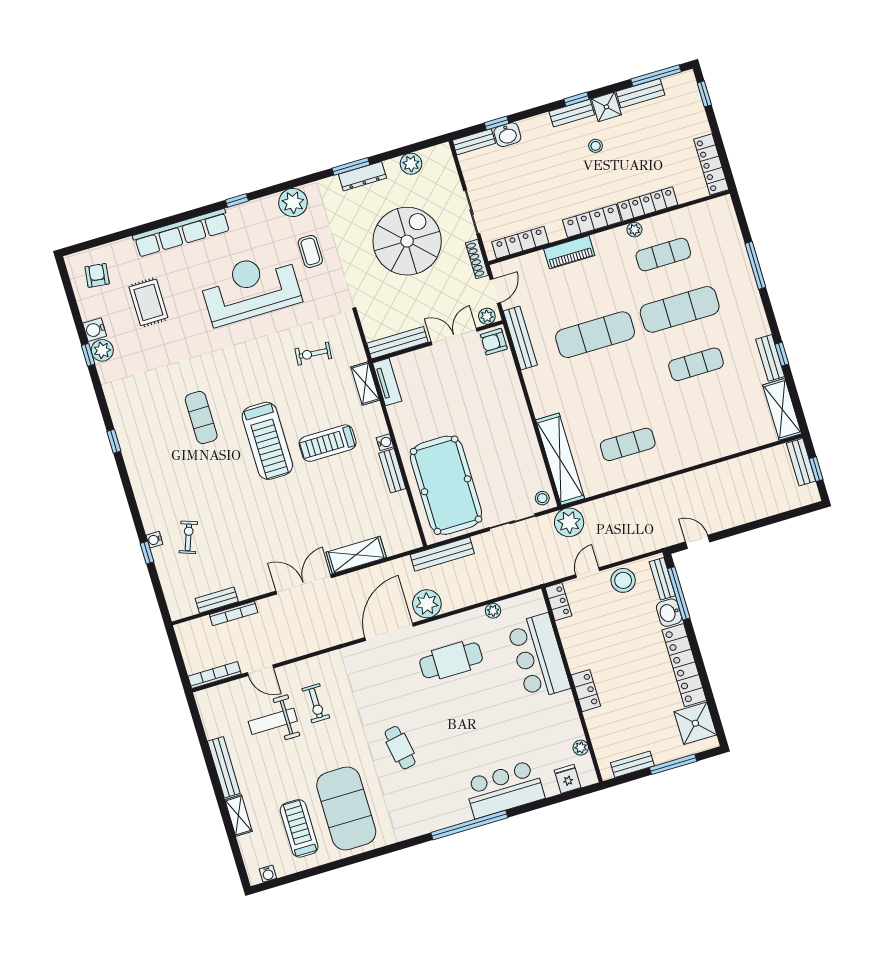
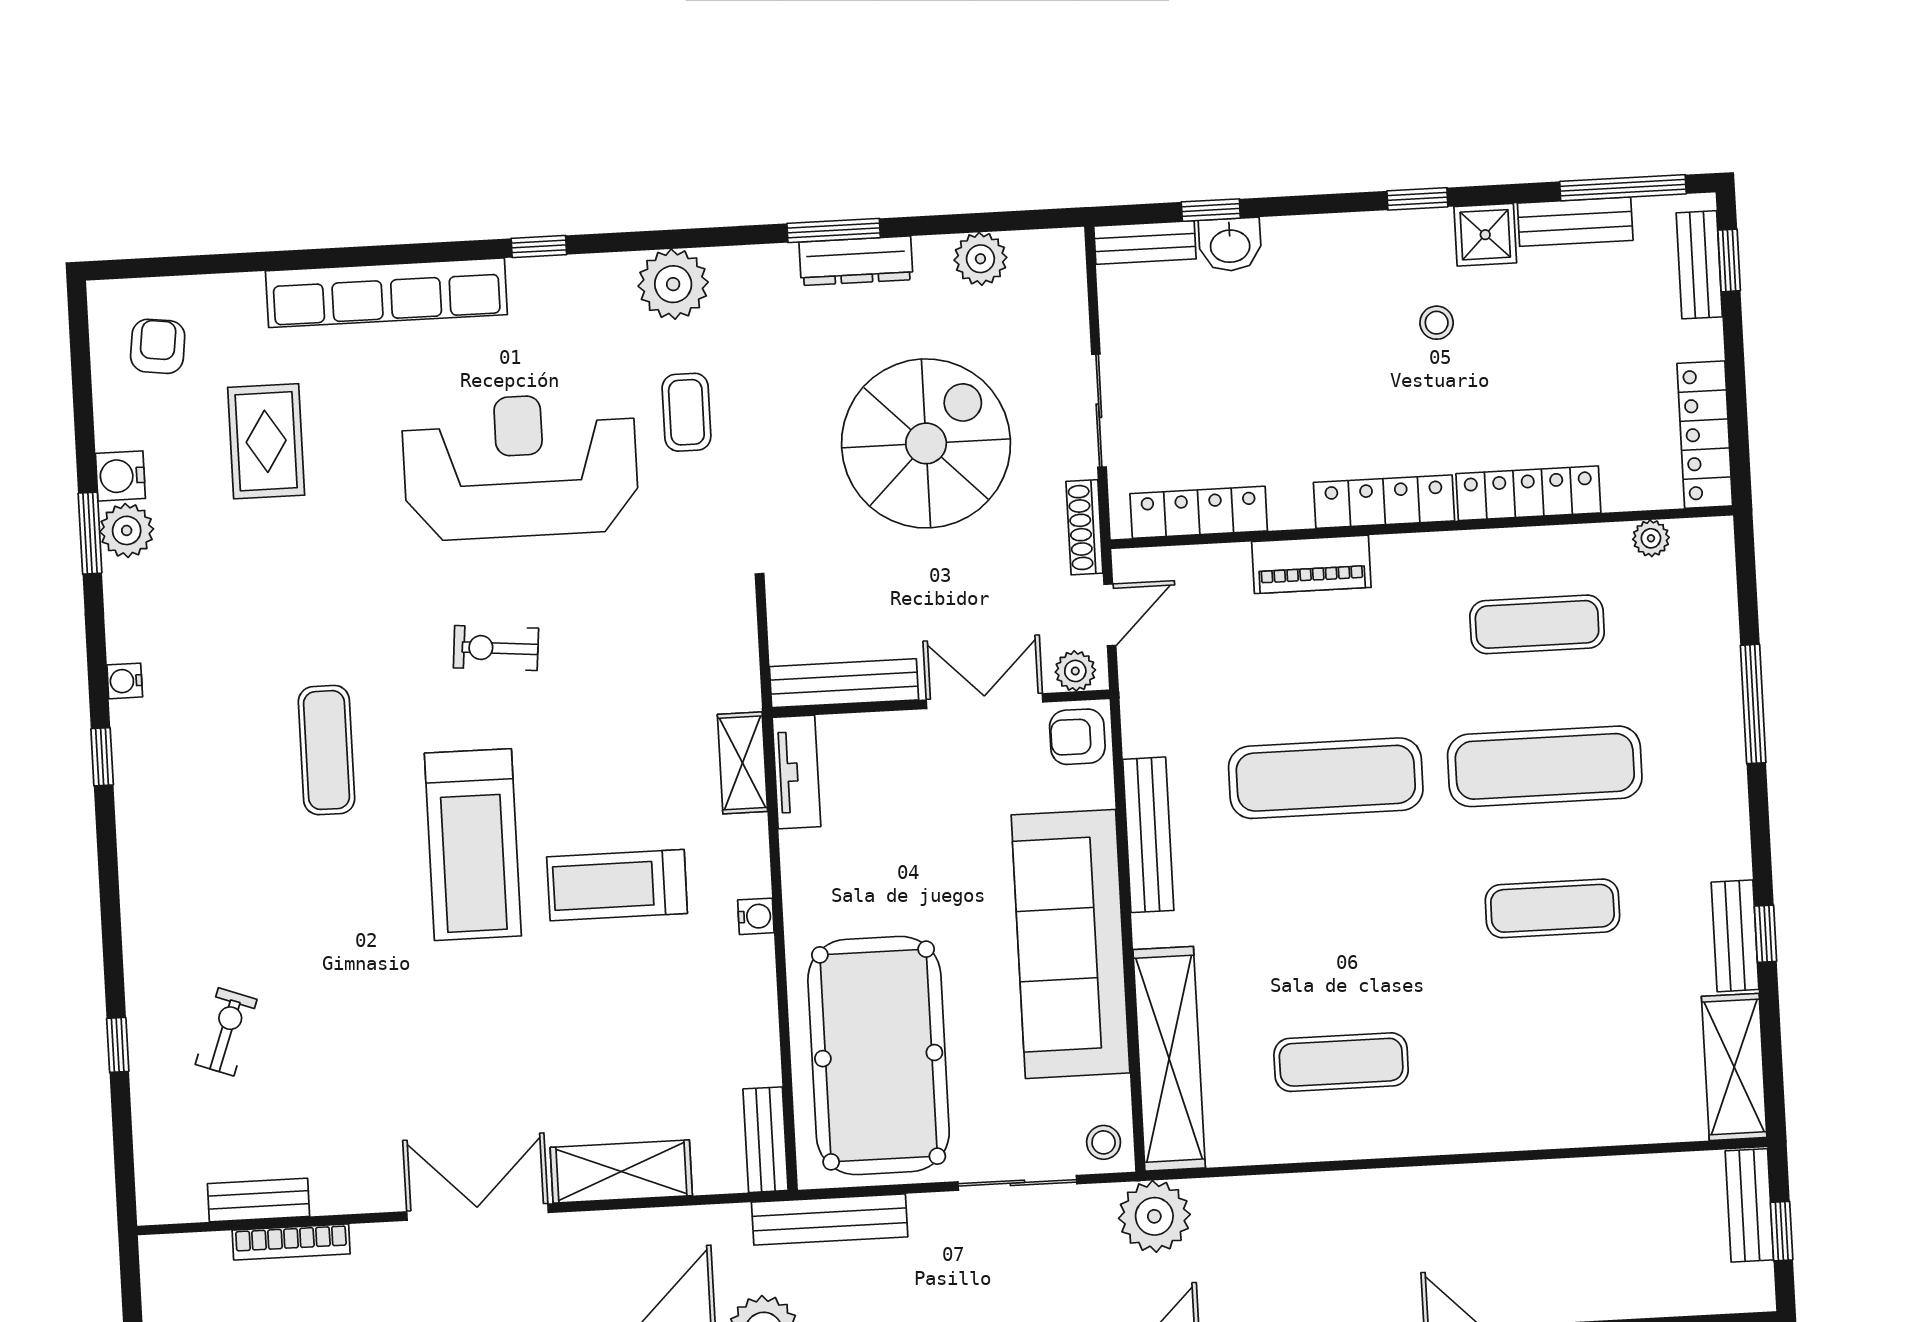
bench: (572, 113) -> (1699, 265), moved, turned 90
plant: (634, 230) -> (1651, 538), moved
bench: (520, 338) -> (1148, 835), moved
exercise bike: (313, 354) -> (496, 648), moved
window: (88, 355) -> (90, 533), width x1.50
sofa: (511, 424) -> (1070, 944), added
bench: (392, 471) -> (766, 1140), moved
water cooler: (154, 540) -> (125, 681), moved

